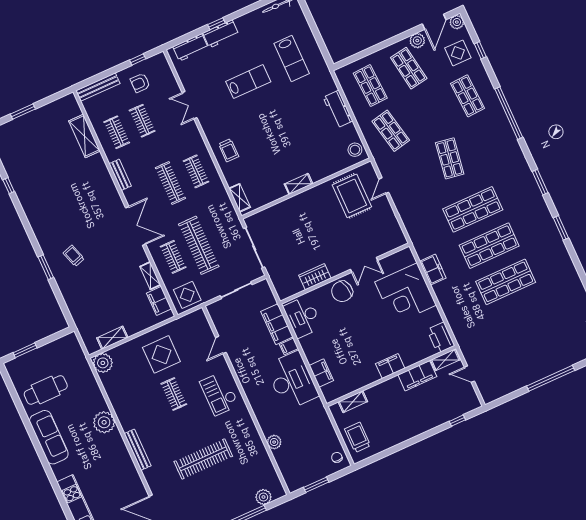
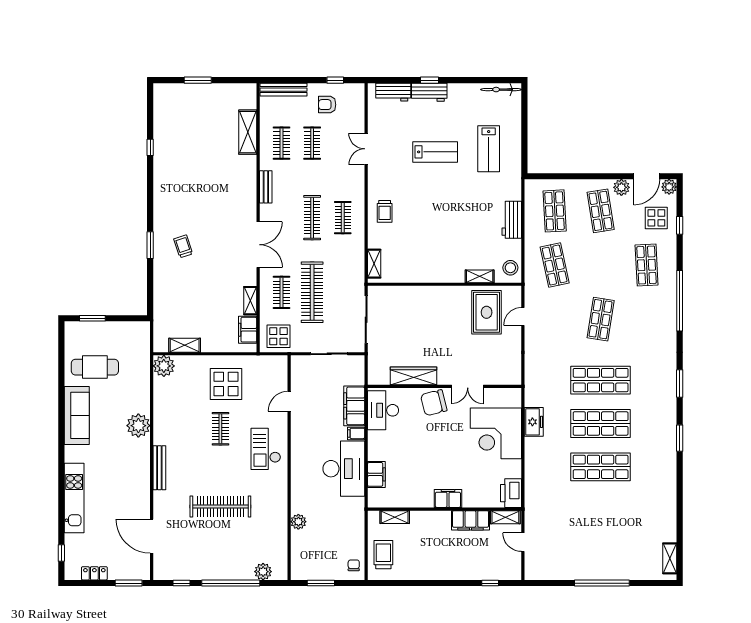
shelving: (299, 184) -> (480, 276), moved
wardrobe: (315, 277) -> (413, 376), width x1.50

